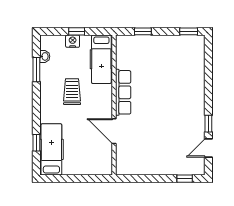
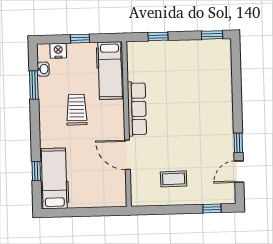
nightstand: (73, 41) -> (58, 51), moved
coffee table: (153, 153) -> (174, 179), added

